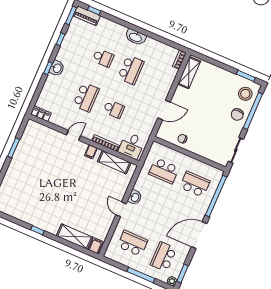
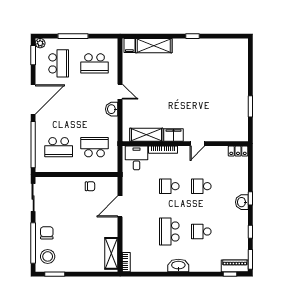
school desk: (86, 97) -> (201, 186), width x0.54
filing cabinet: (91, 152) -> (174, 135), width x2.00

